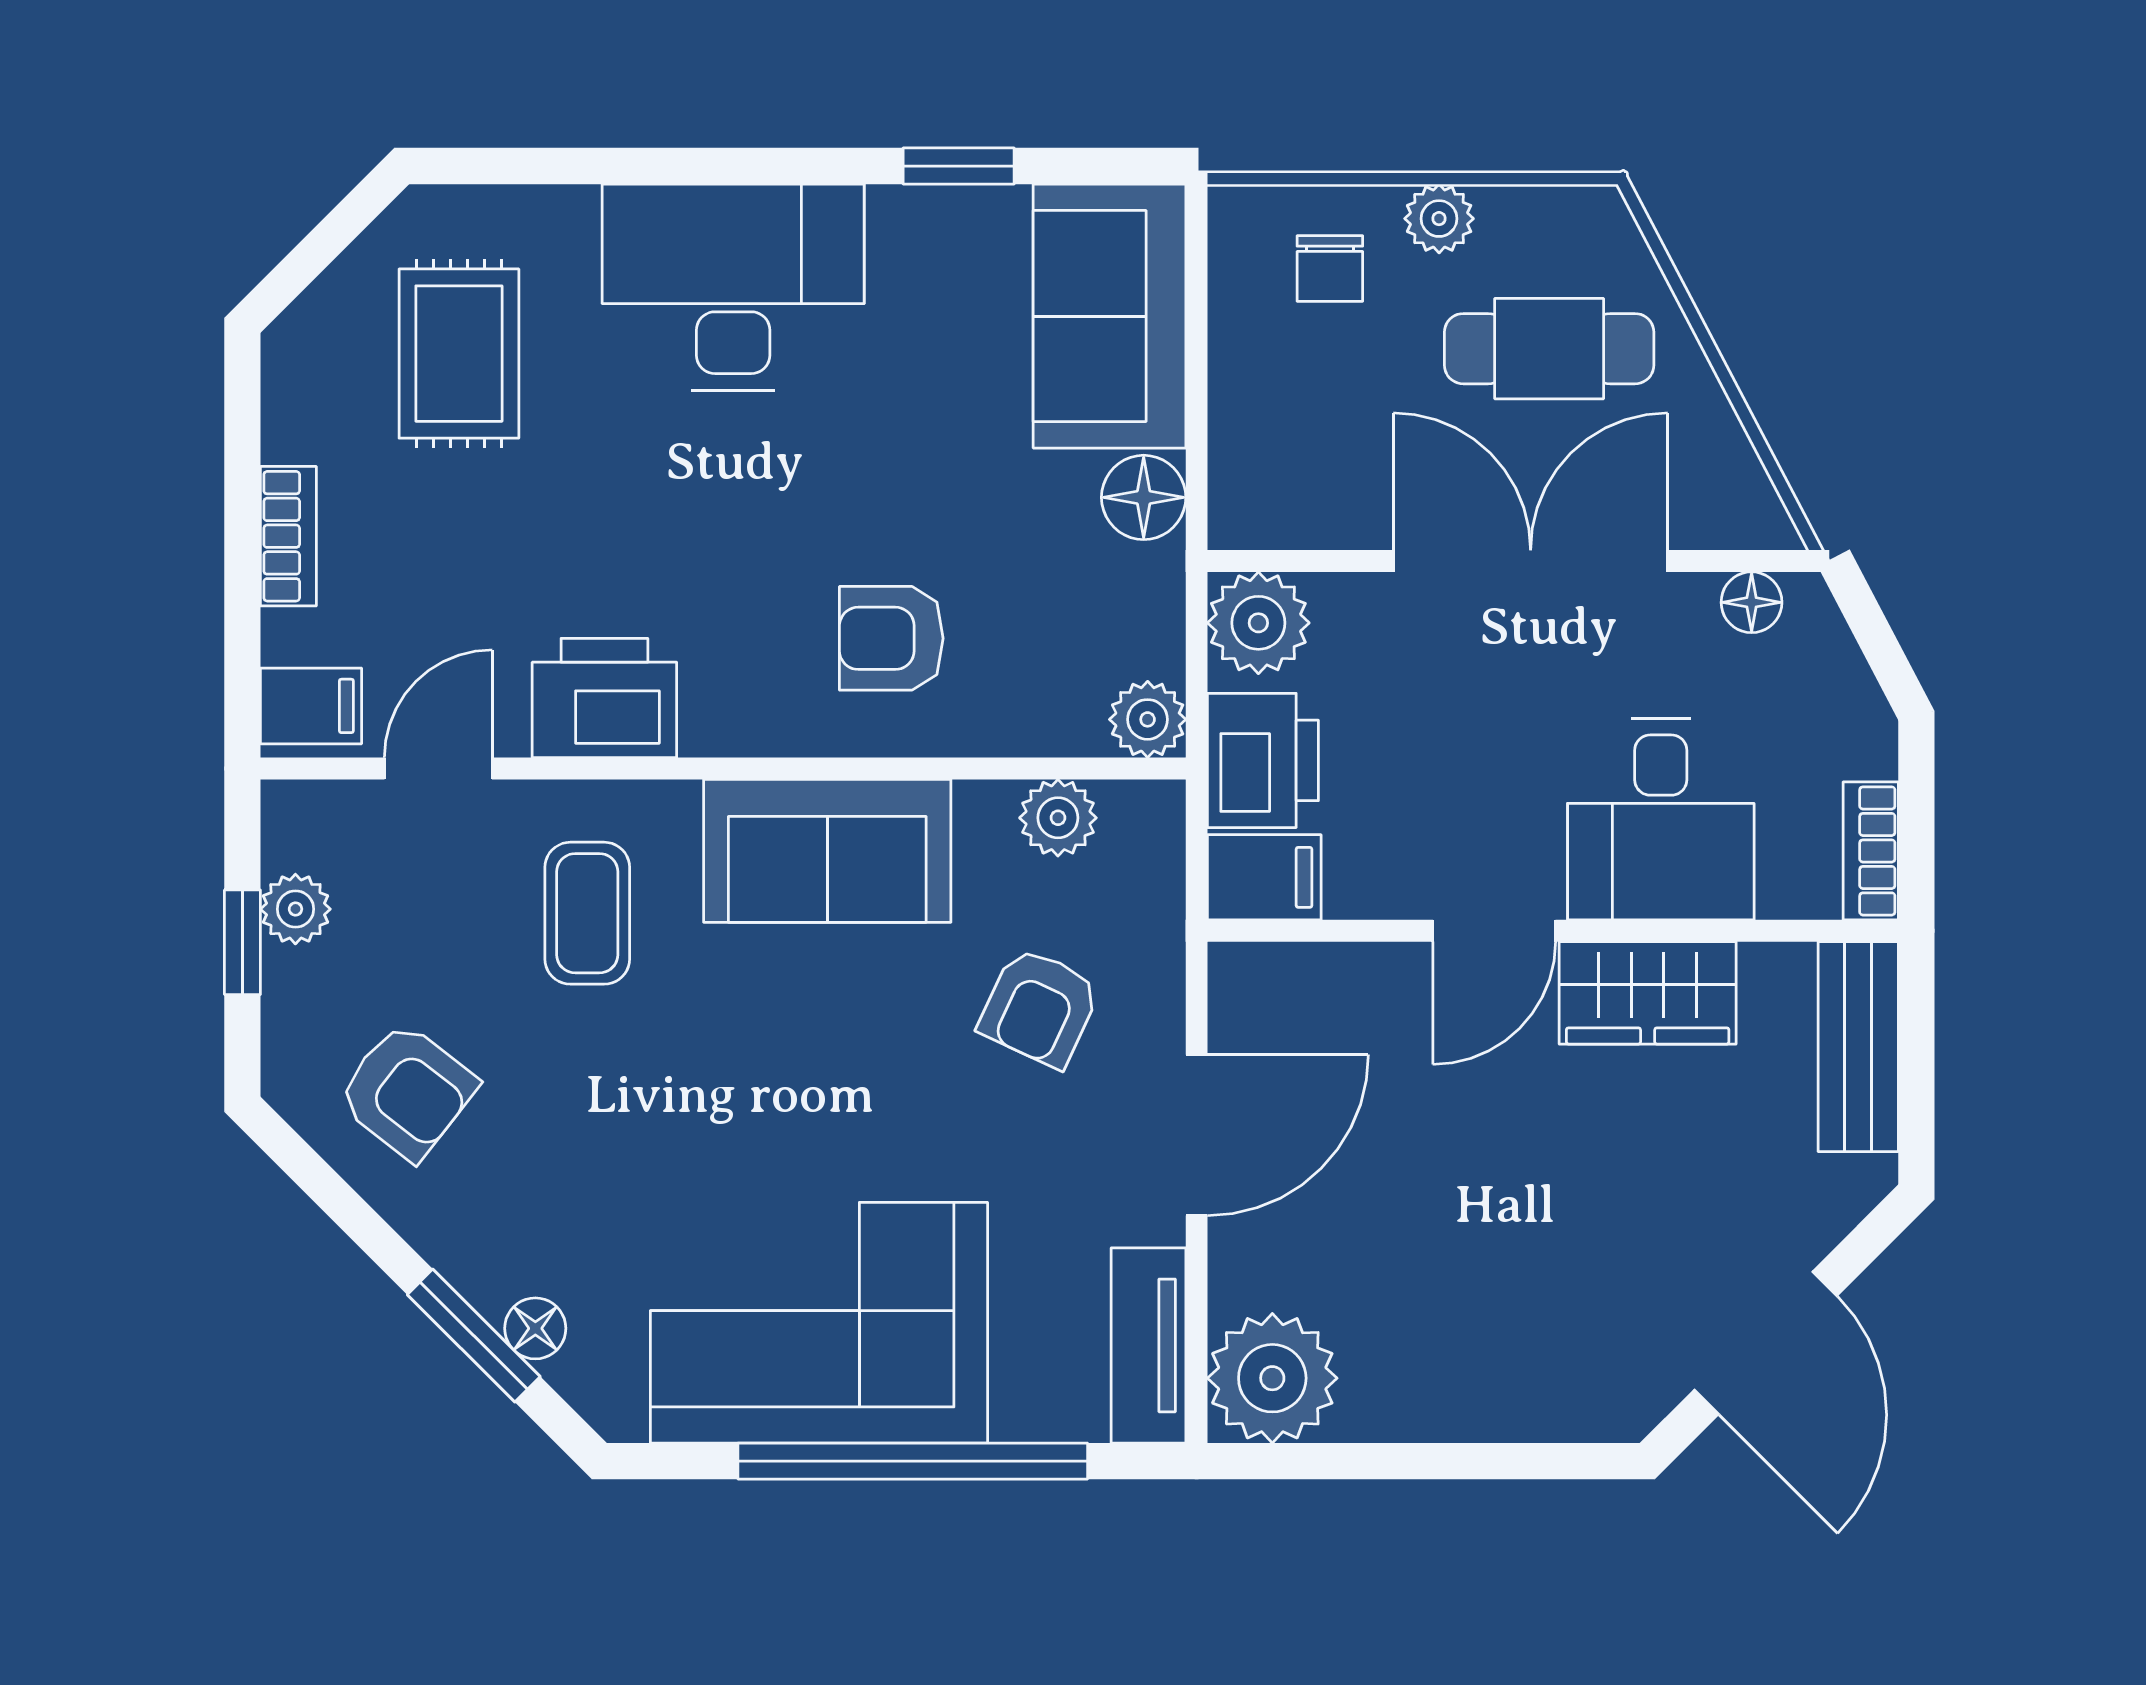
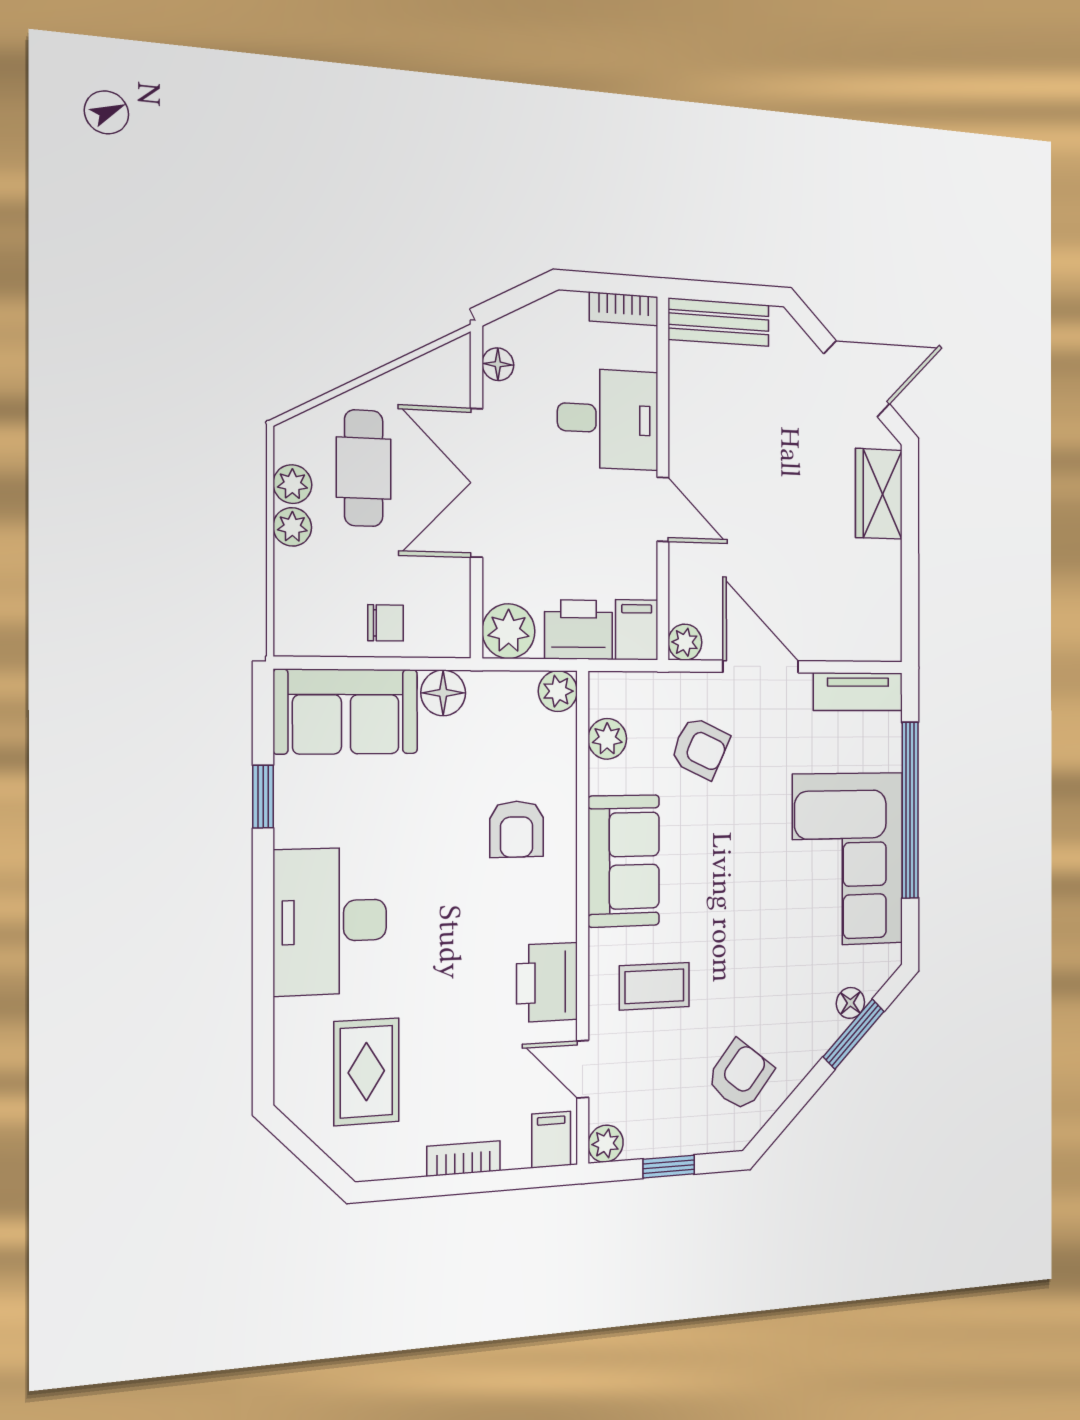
plant: (1515, 219) -> (292, 484), added
chair: (1330, 268) -> (386, 623), moved
rug: (459, 354) -> (366, 1072), turned 90
plant: (295, 909) -> (606, 1144), moved
wardrobe: (1648, 993) -> (879, 494), moved, turned 180
plant: (1272, 1378) -> (685, 642), moved, width x0.53, depth x0.53

